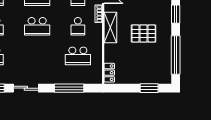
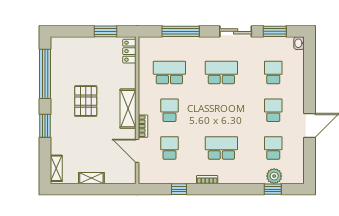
school desk: (37, 26) -> (221, 73), moved
pallet: (144, 33) -> (86, 101), turned 90
window: (149, 88) -> (106, 31), moved

